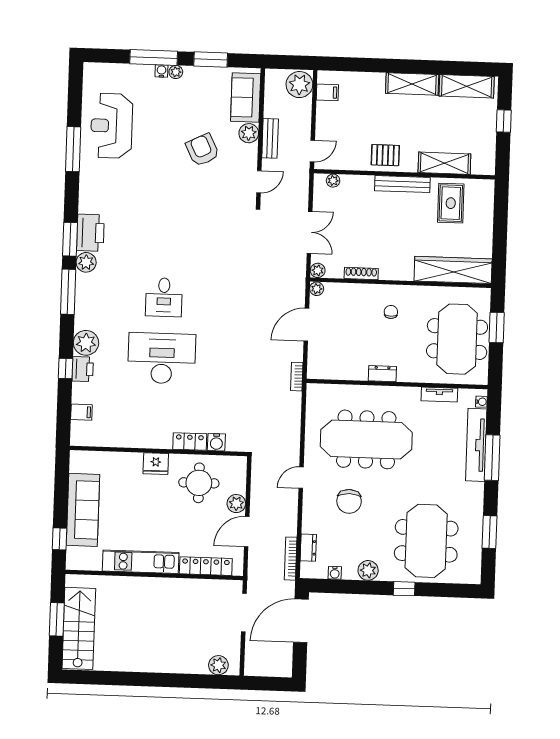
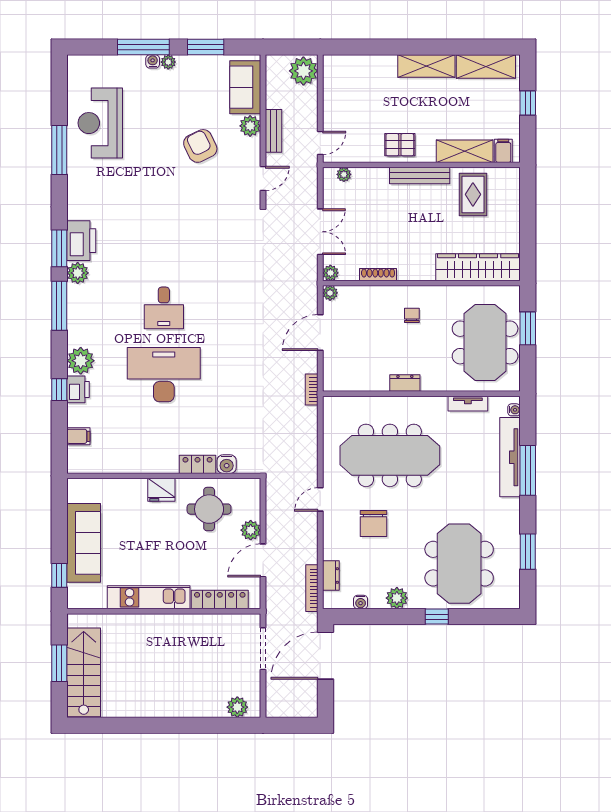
filing cabinet: (327, 92) -> (503, 151), moved, turned -90

